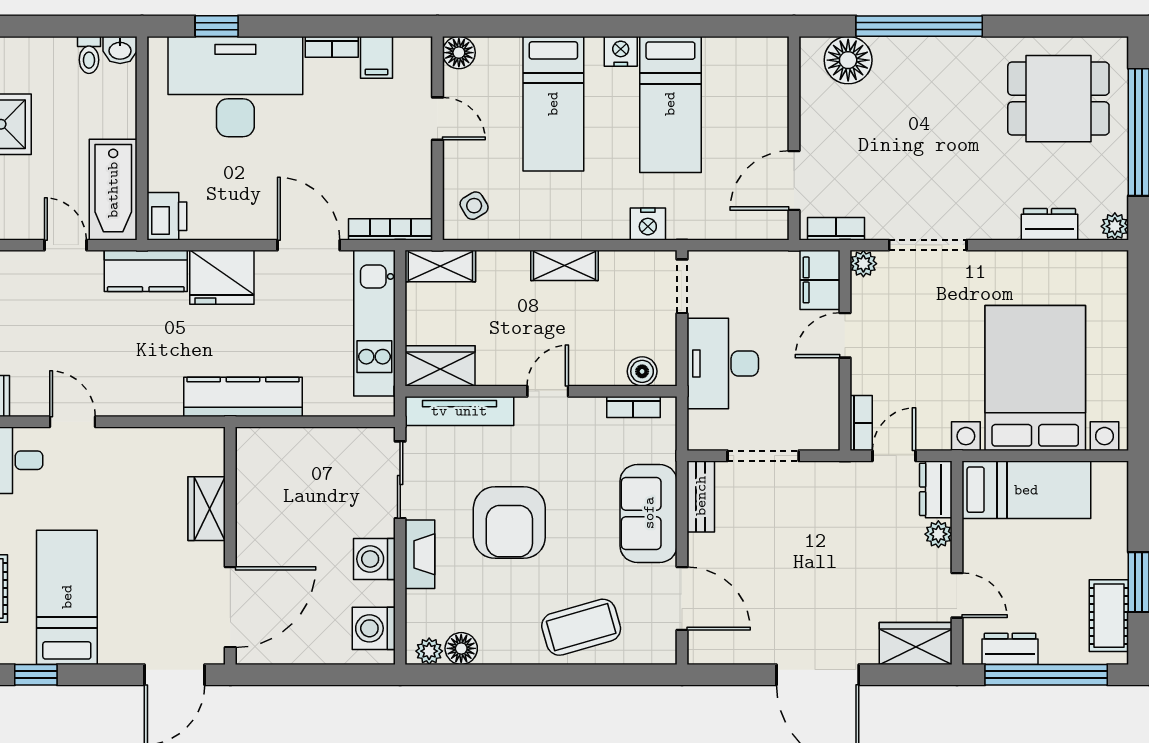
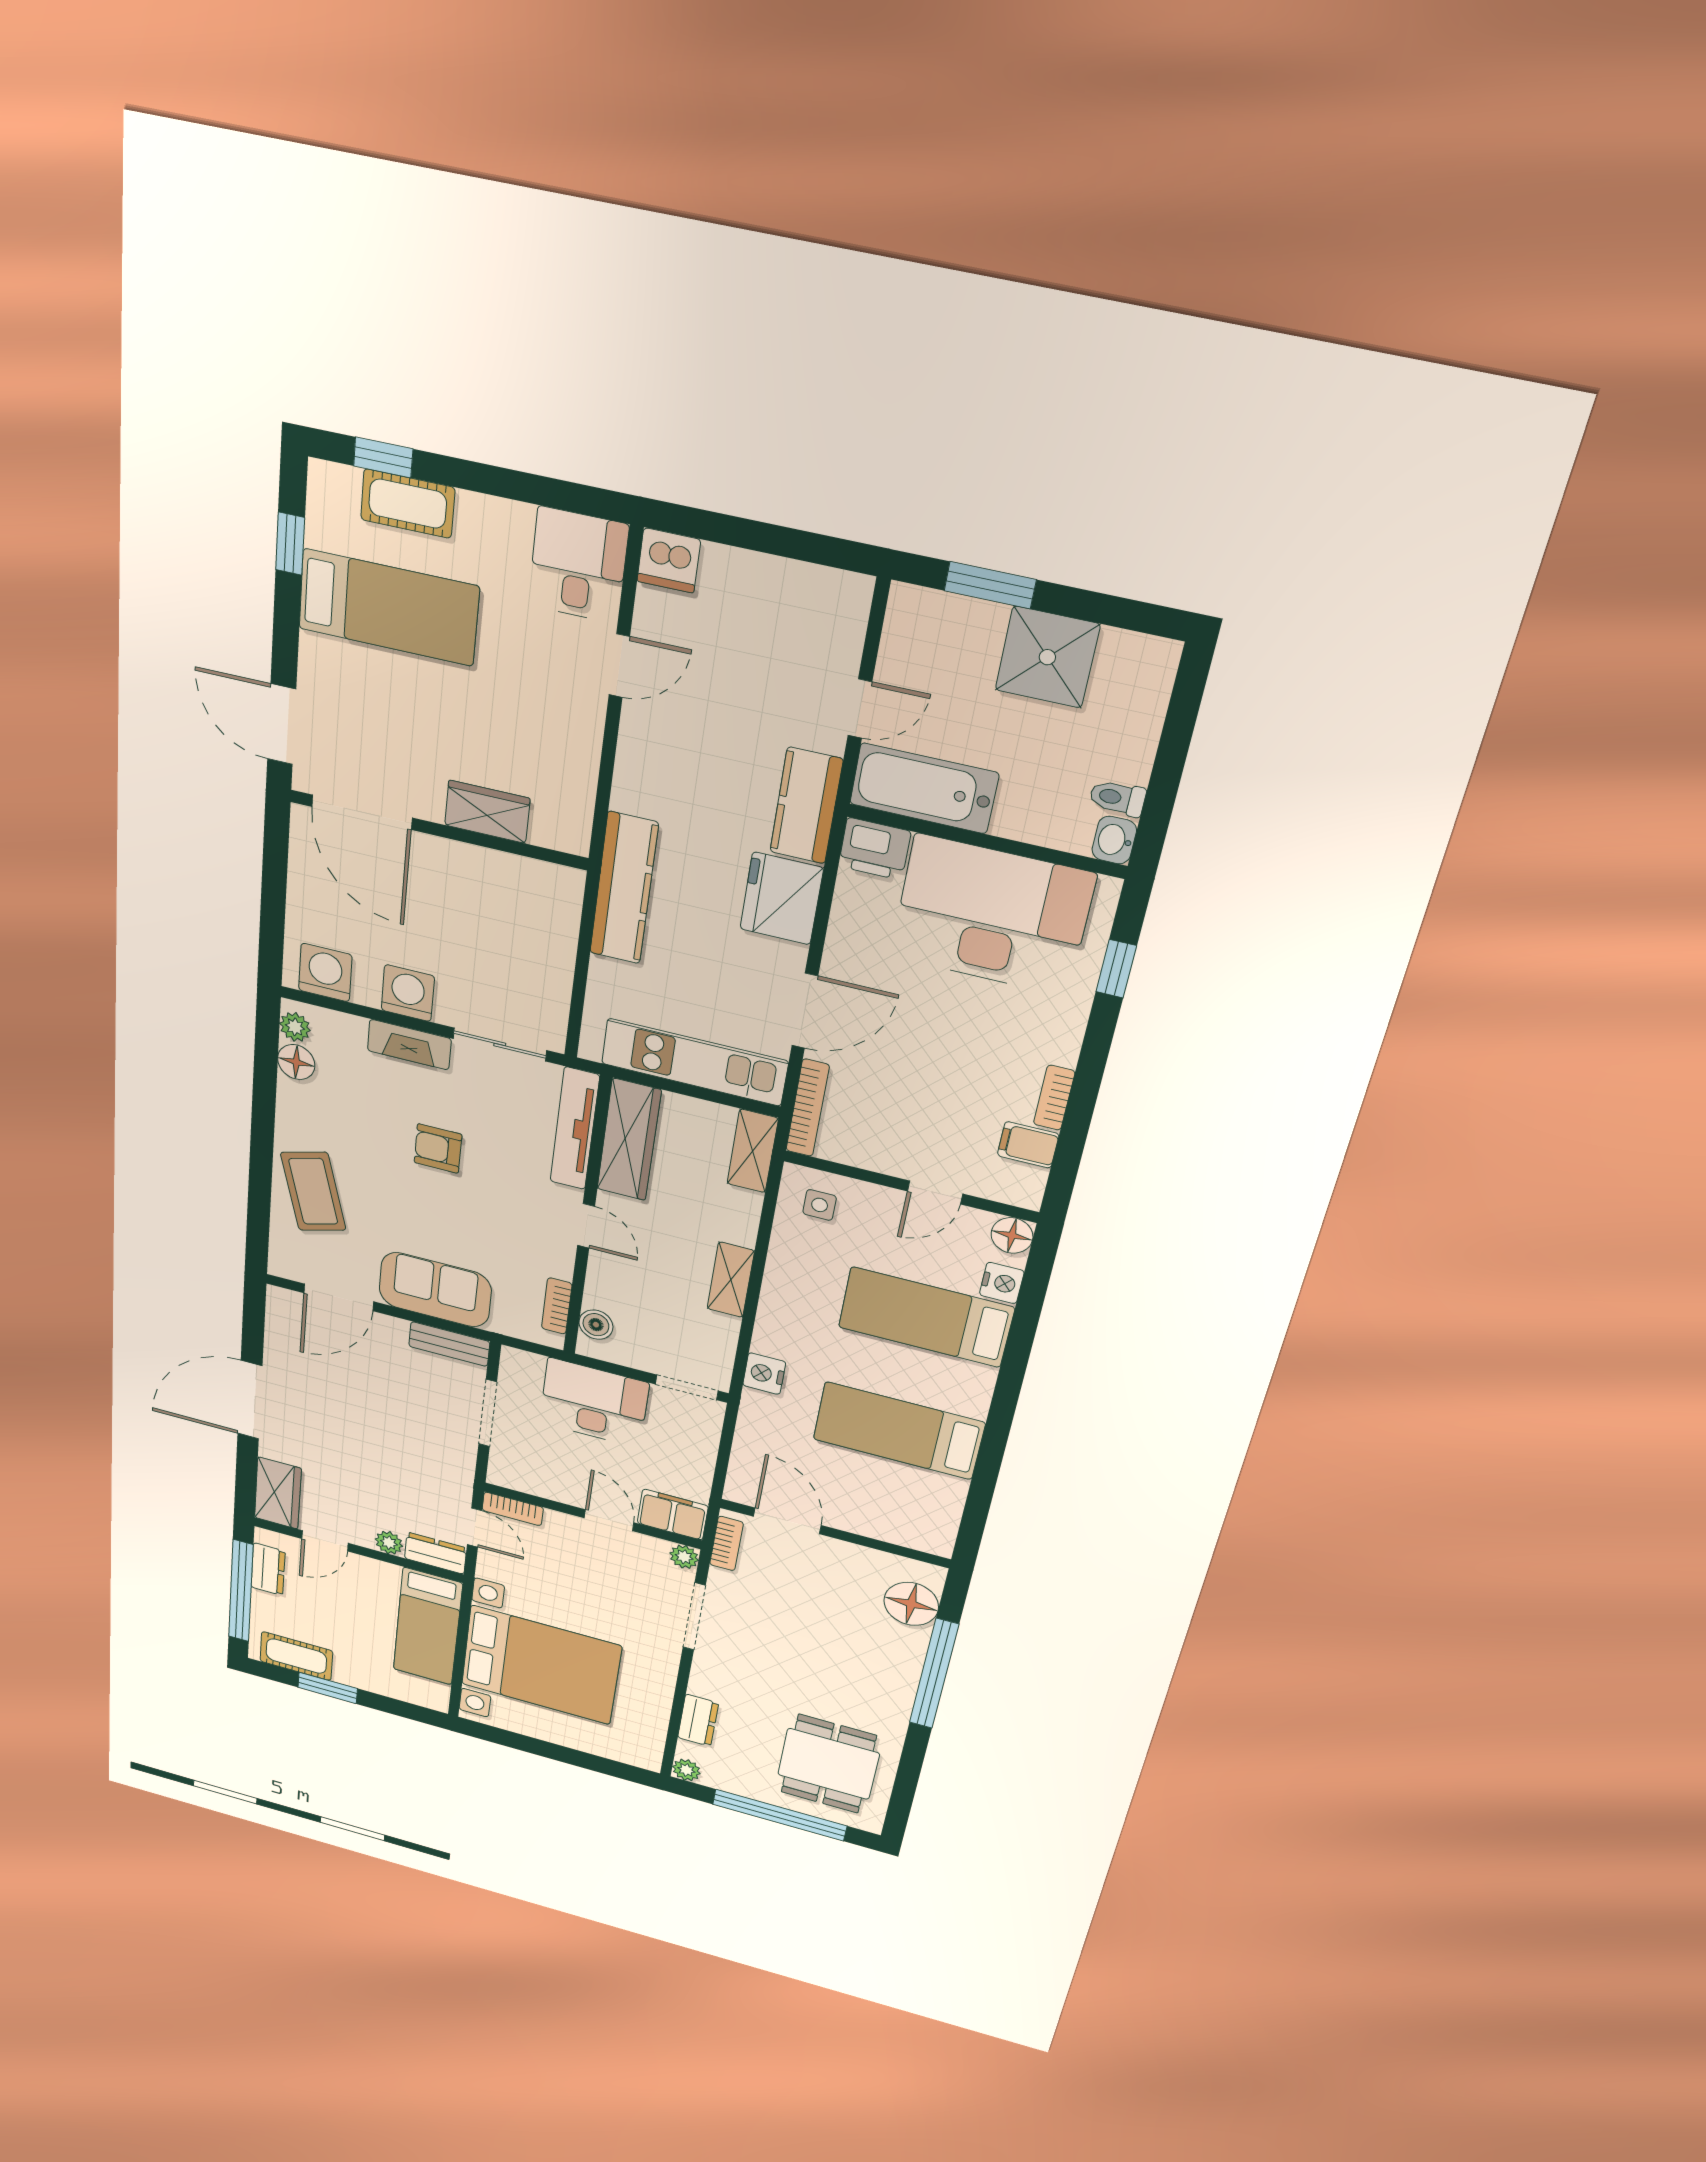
nightstand: (621, 51) -> (1002, 1283), moved
desk: (235, 87) -> (992, 915), moved, turned -90
side table: (474, 206) -> (820, 1205), turned 31
wardrobe: (440, 366) -> (629, 1140), width x1.50
armchair: (509, 523) -> (438, 1148), width x0.53, depth x0.53

